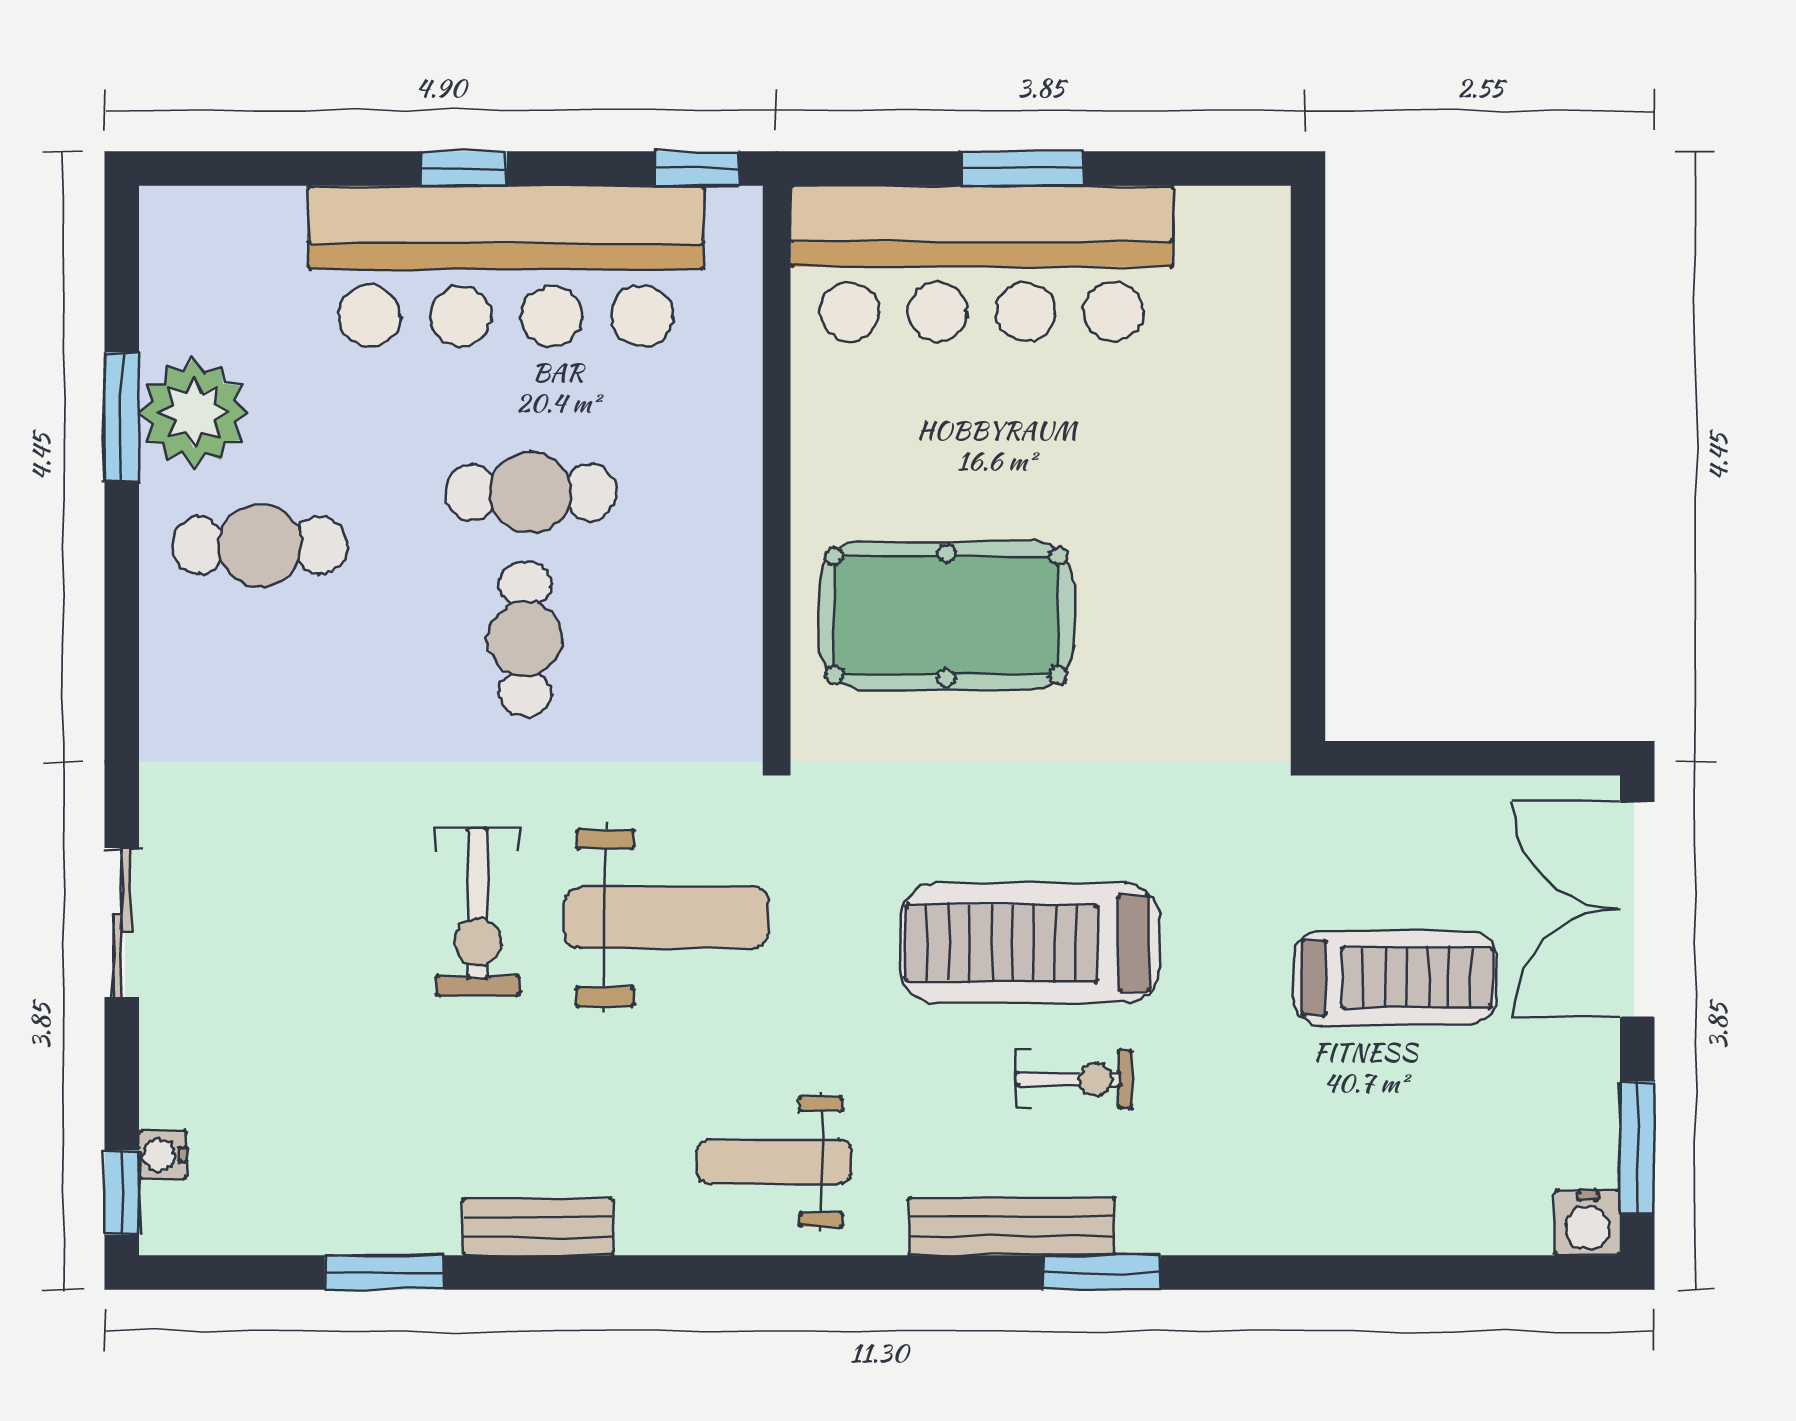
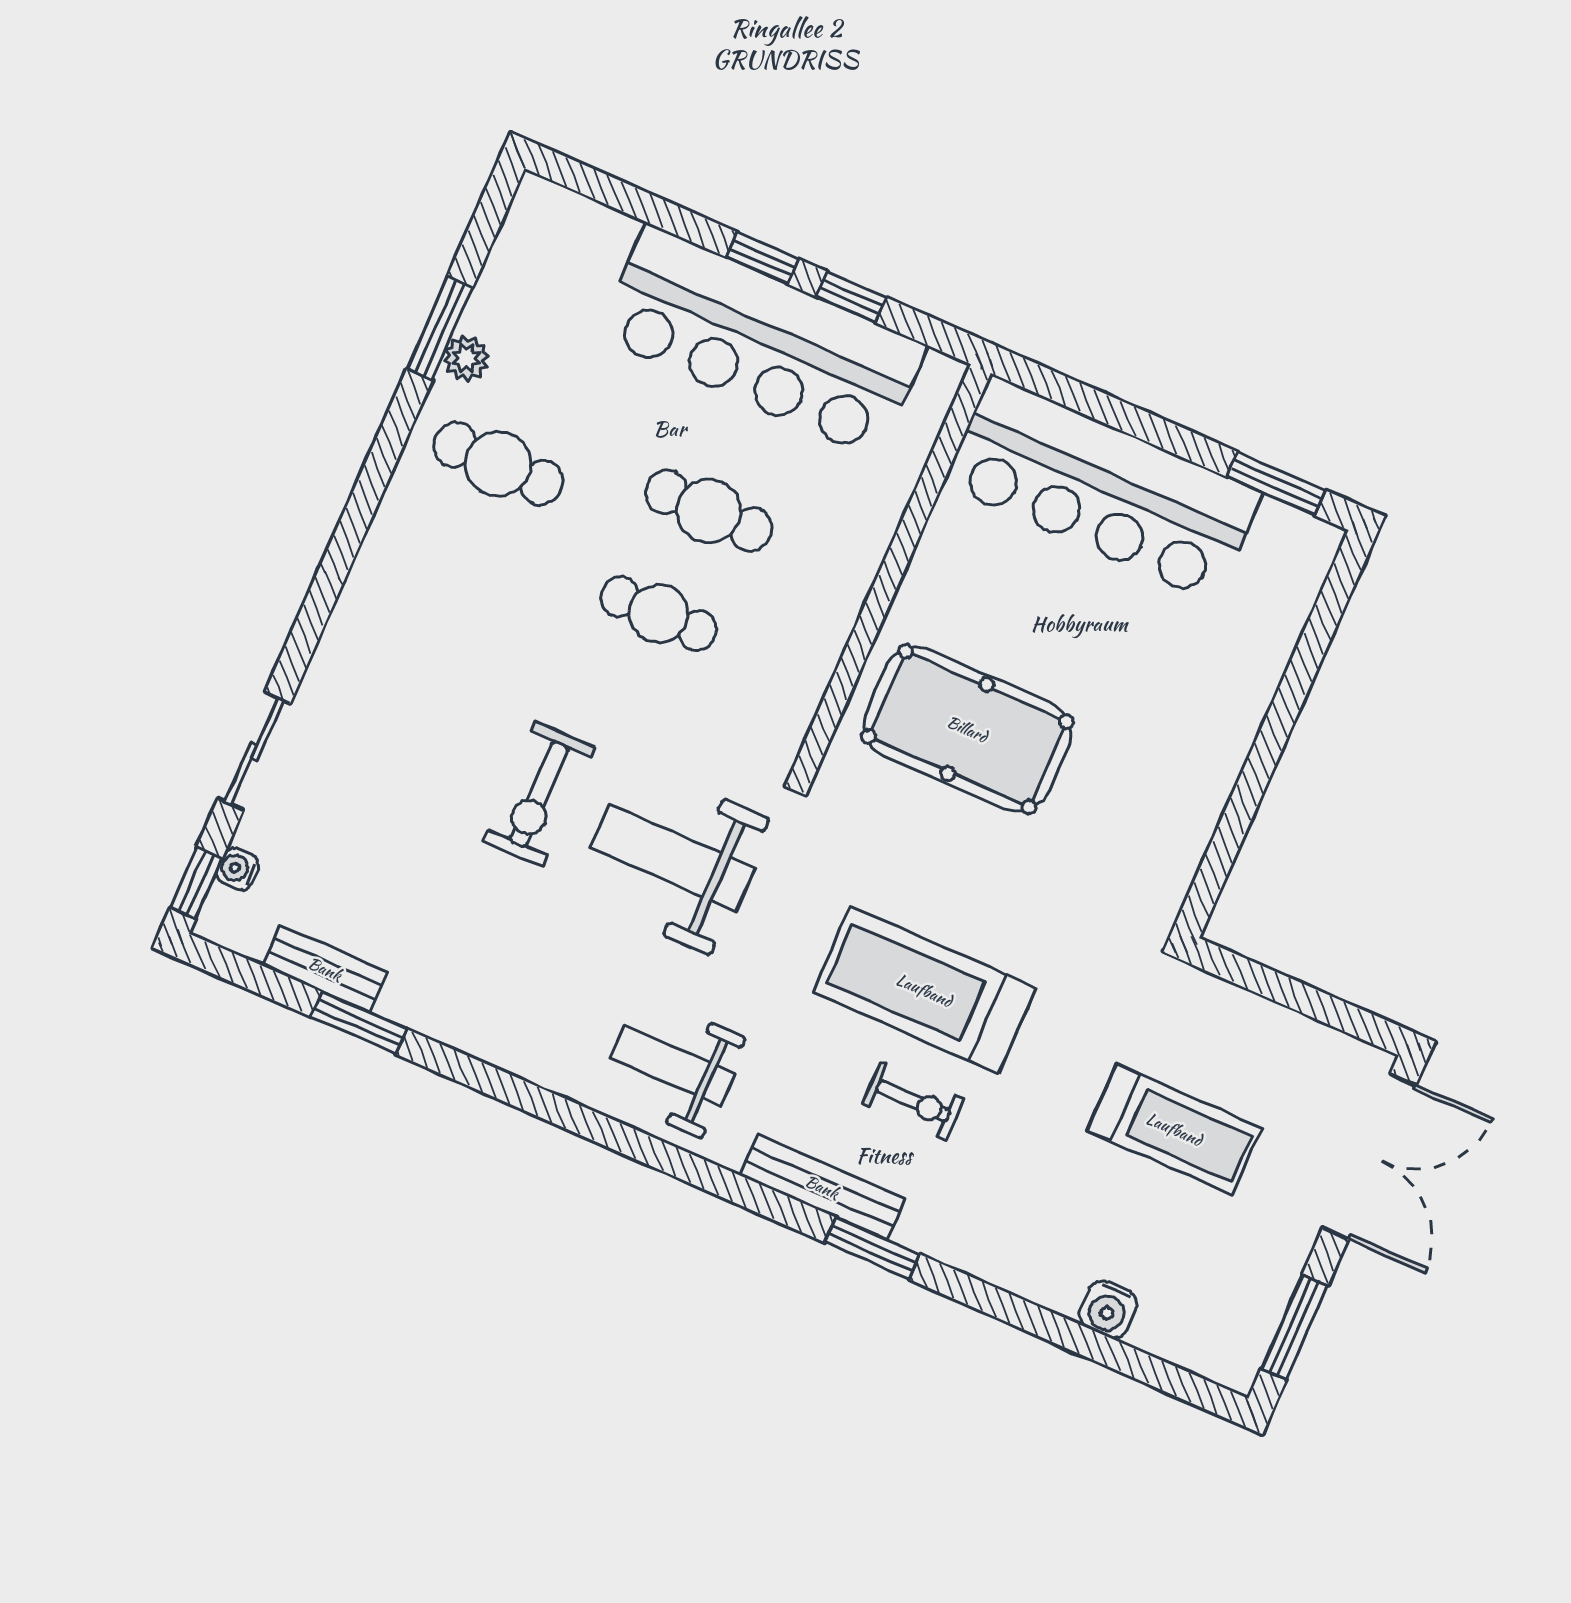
window: (697, 169) -> (851, 297), moved
window: (1022, 169) -> (1276, 484), moved
plant: (194, 413) -> (466, 358), width x0.53, depth x0.53
cafe table: (525, 639) -> (659, 614), turned 90
double door: (1637, 909) -> (1369, 1156), swing flipped
weight bench: (667, 918) -> (672, 858), turned 180
sliding door: (122, 923) -> (254, 751), moved
water cooler: (1588, 1223) -> (1108, 1309), moved
bench: (538, 1227) -> (325, 969), moved

